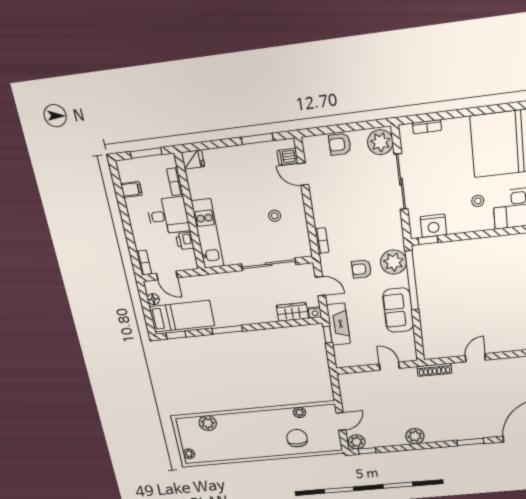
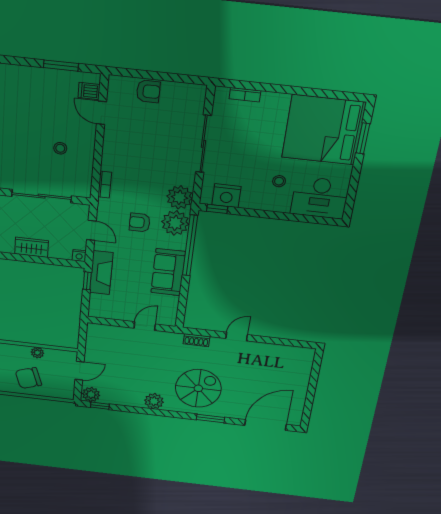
plant: (380, 142) -> (180, 197), moved
armchair: (340, 144) -> (148, 91), turned 180
wardrobe: (292, 312) -> (32, 247), moved
door: (389, 366) -> (145, 326), hinge flipped
shoe rack: (434, 370) -> (196, 340), width x0.70
spiral stairs: (452, 415) -> (198, 388), added
chair: (297, 438) -> (28, 378), turned -109

